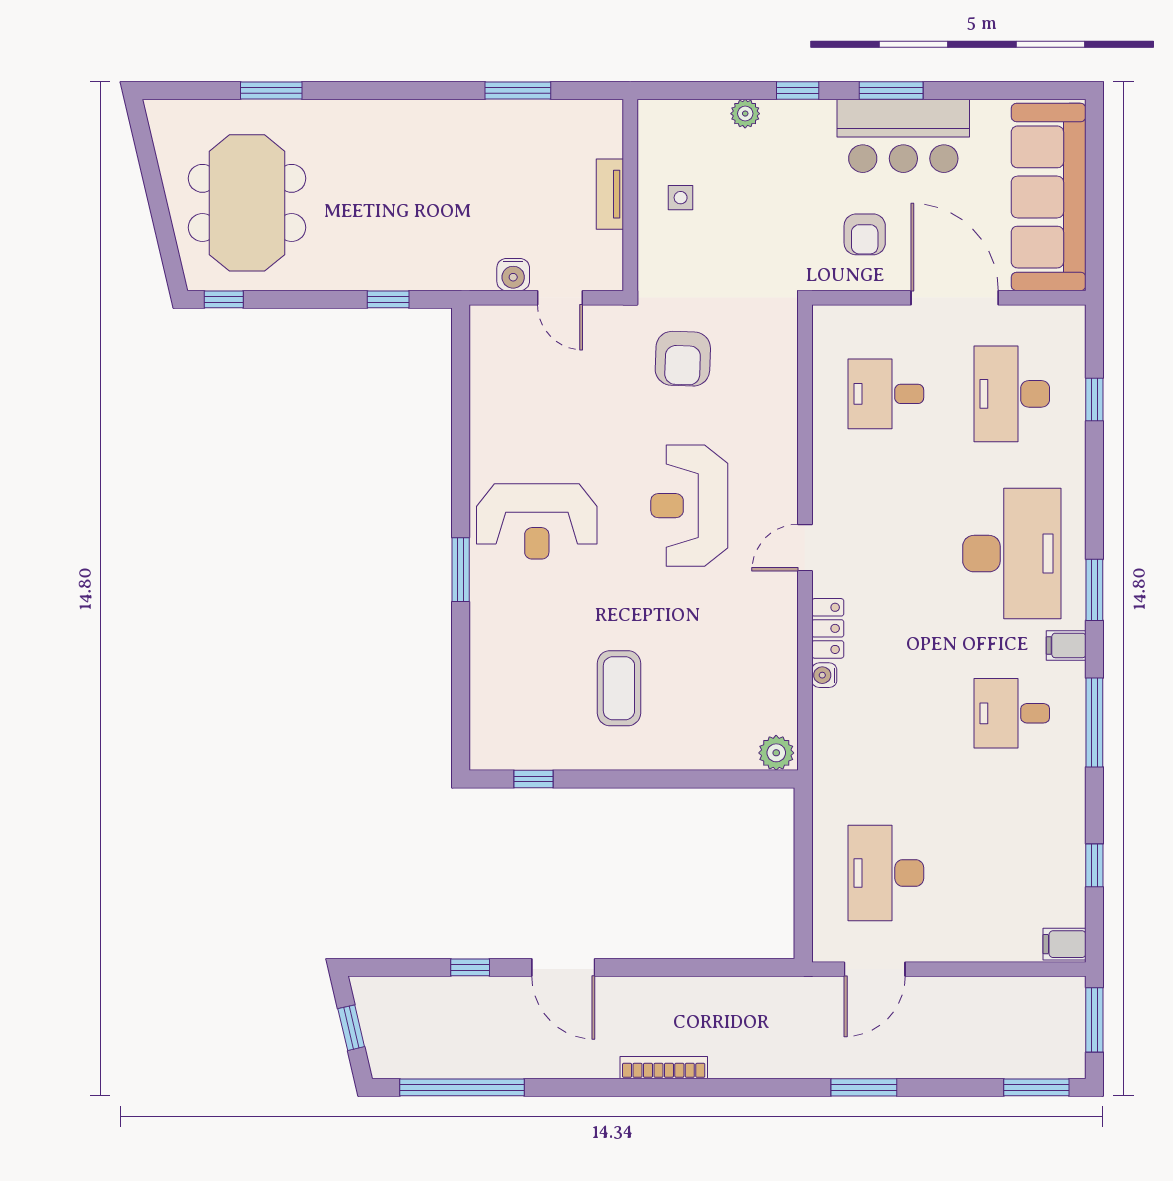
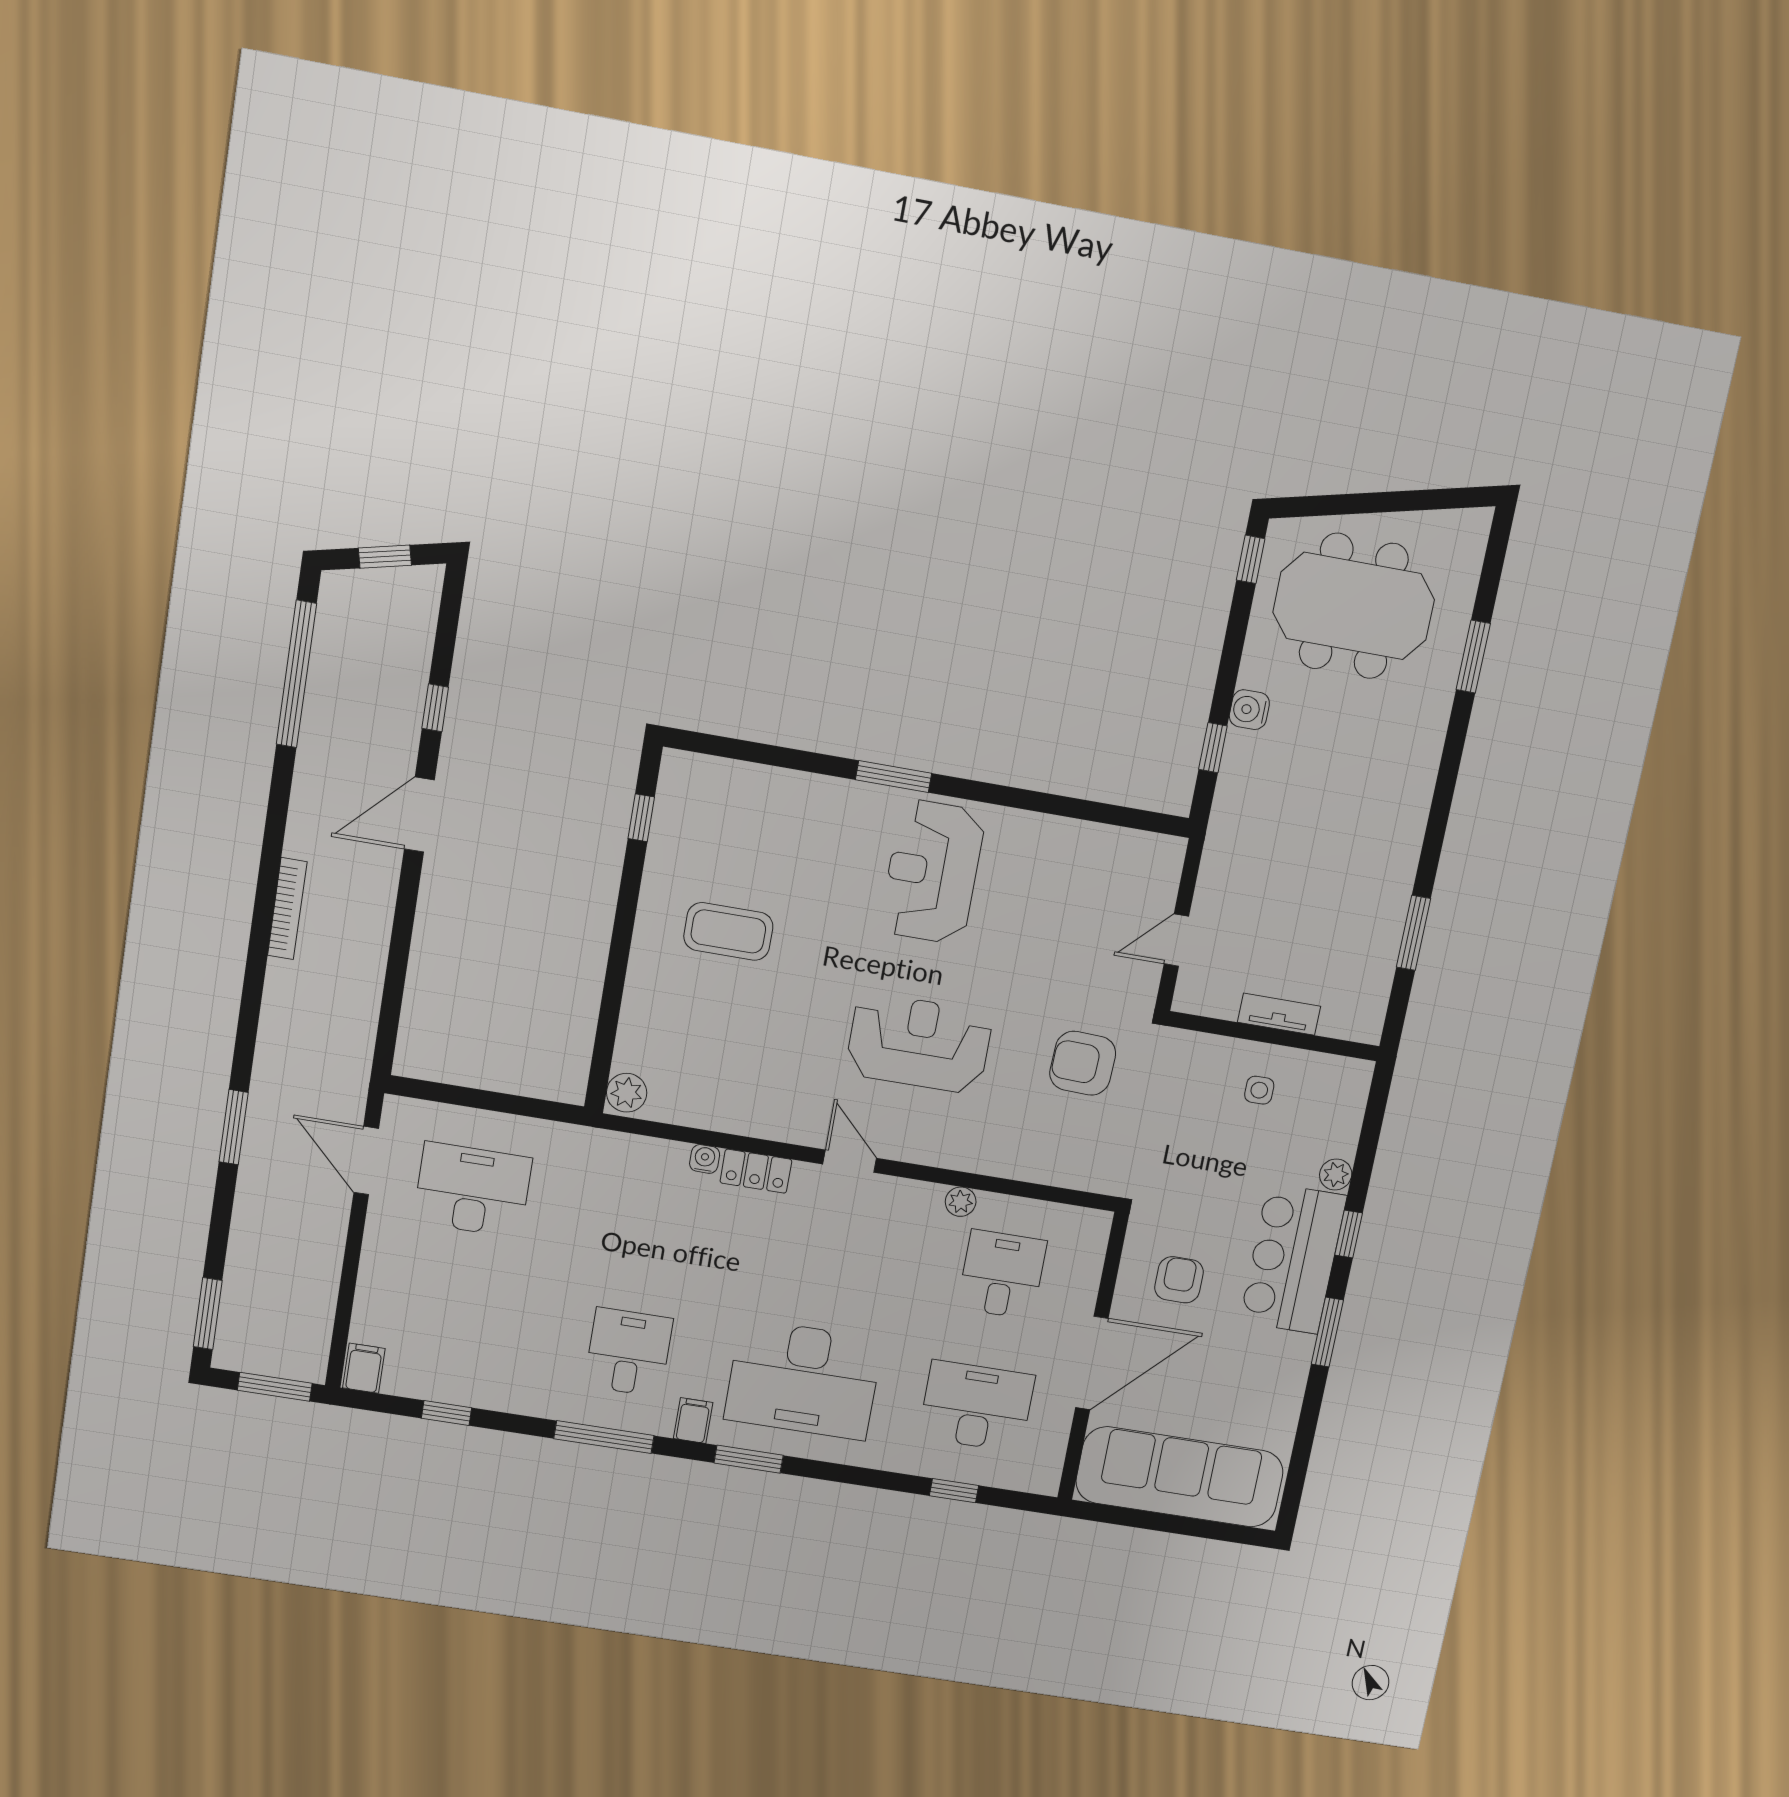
bar counter: (903, 136) -> (1293, 1259), moved
armchair: (865, 234) -> (1179, 1280), turned 90
water cooler: (513, 275) -> (1249, 710), moved
plant: (825, 443) -> (961, 1202), added

